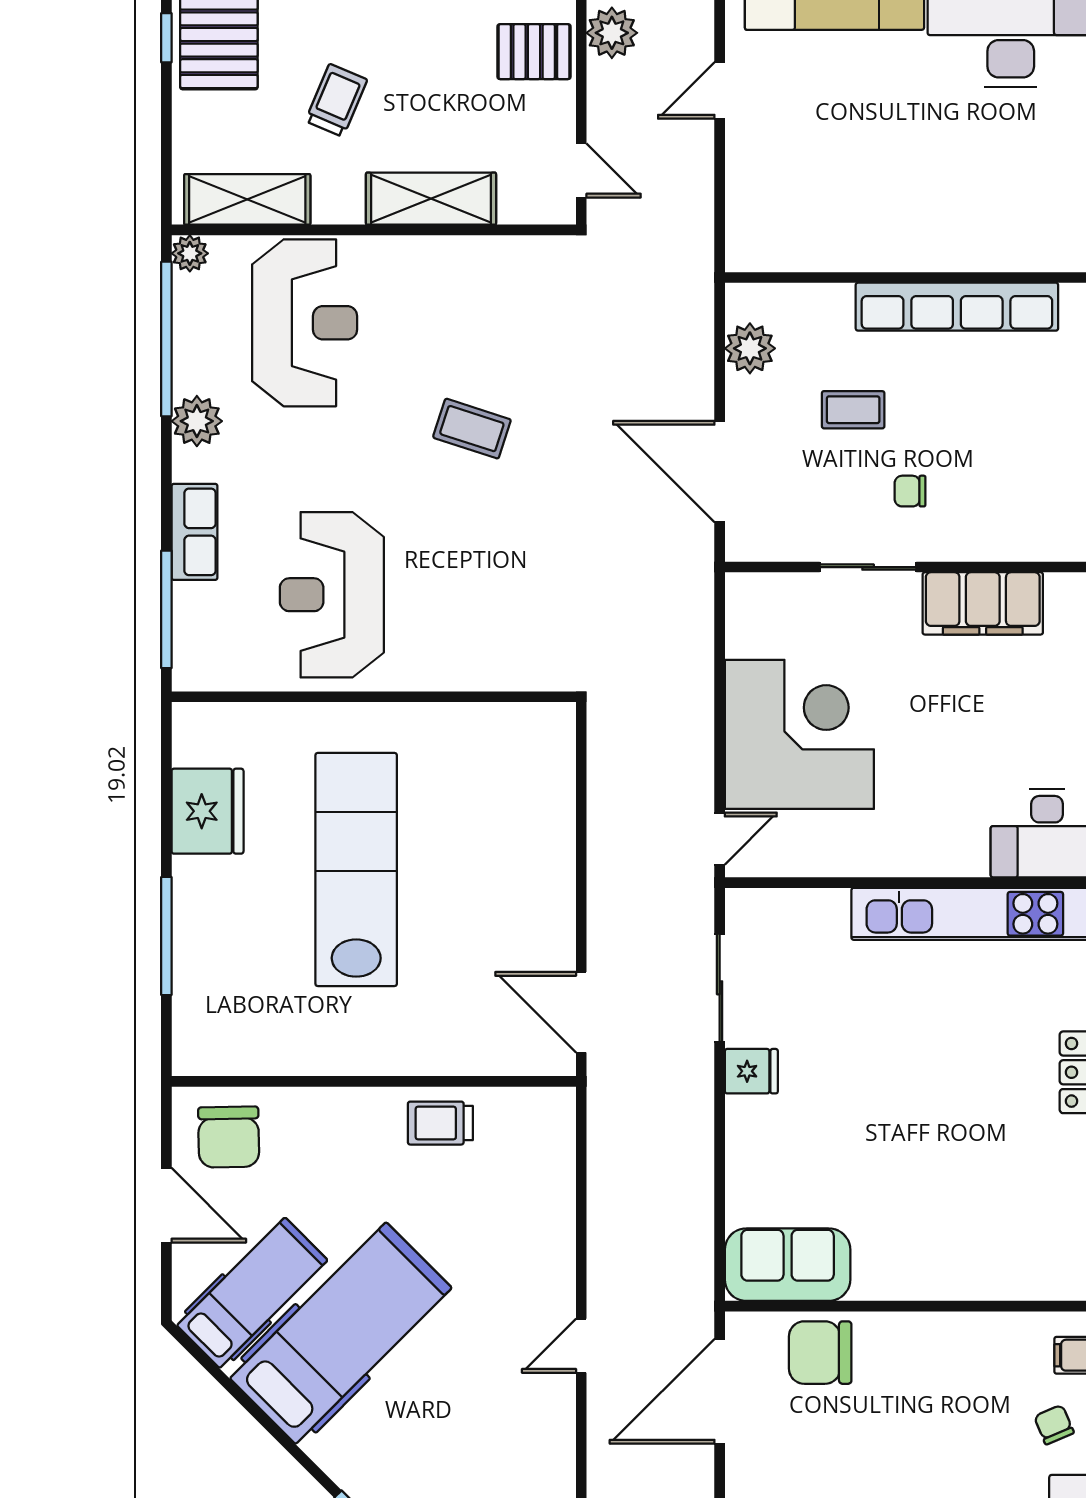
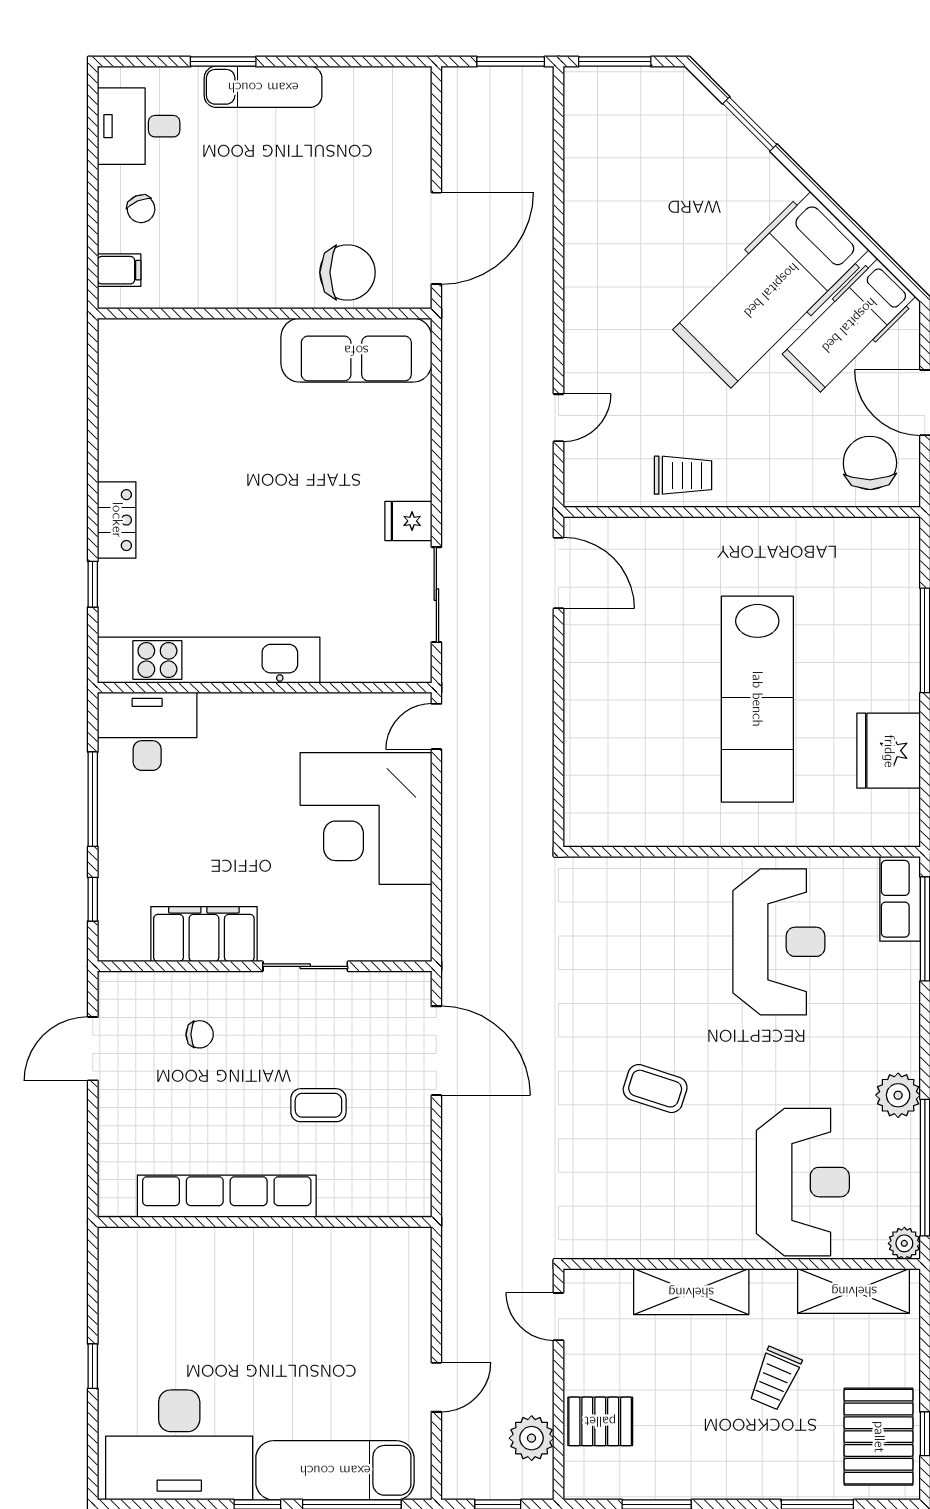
reception desk: (305, 323) -> (803, 1182), turned 180
plant: (750, 348) -> (410, 1159), removed
chair: (910, 491) -> (200, 1034), moved
row of seats: (194, 532) -> (900, 899), moved
sofa: (788, 1265) -> (356, 350), width x1.36
door: (581, 1346) -> (559, 418), moved

